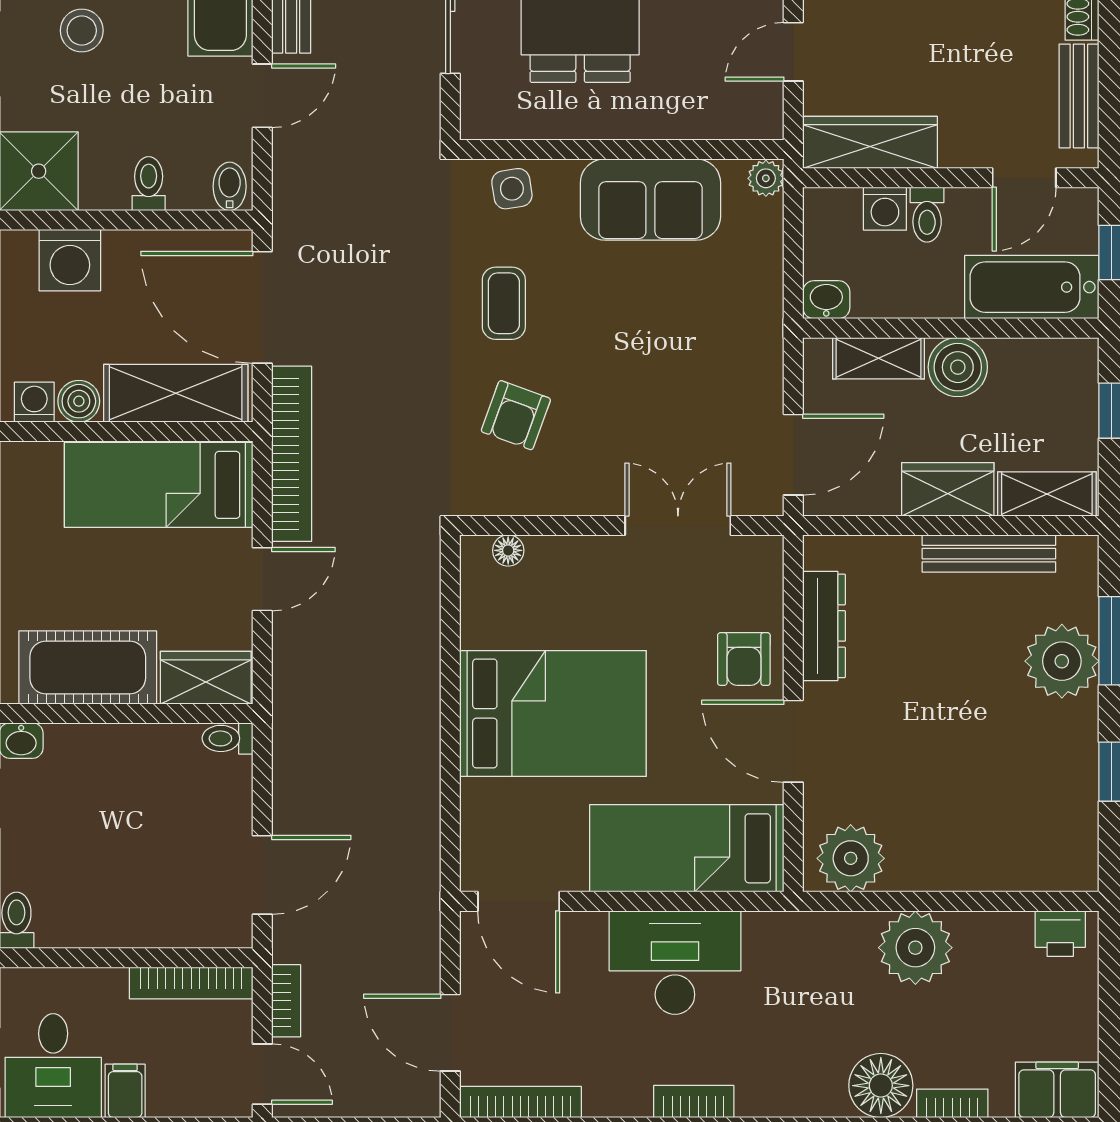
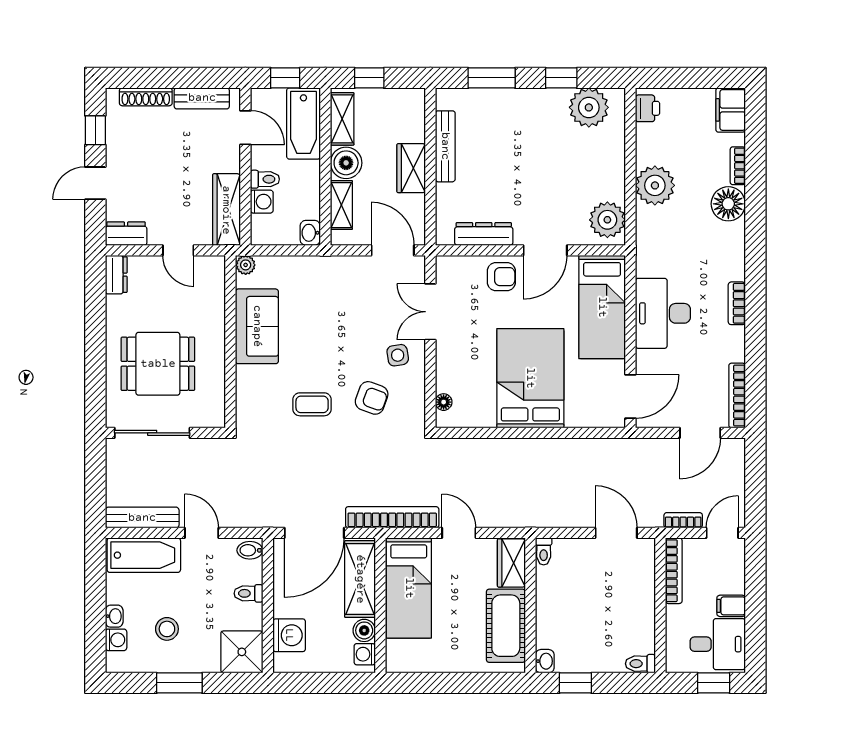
side table: (512, 189) -> (398, 355), moved
shelving: (1047, 494) -> (342, 119), moved
plant: (1062, 661) -> (589, 107), moved

